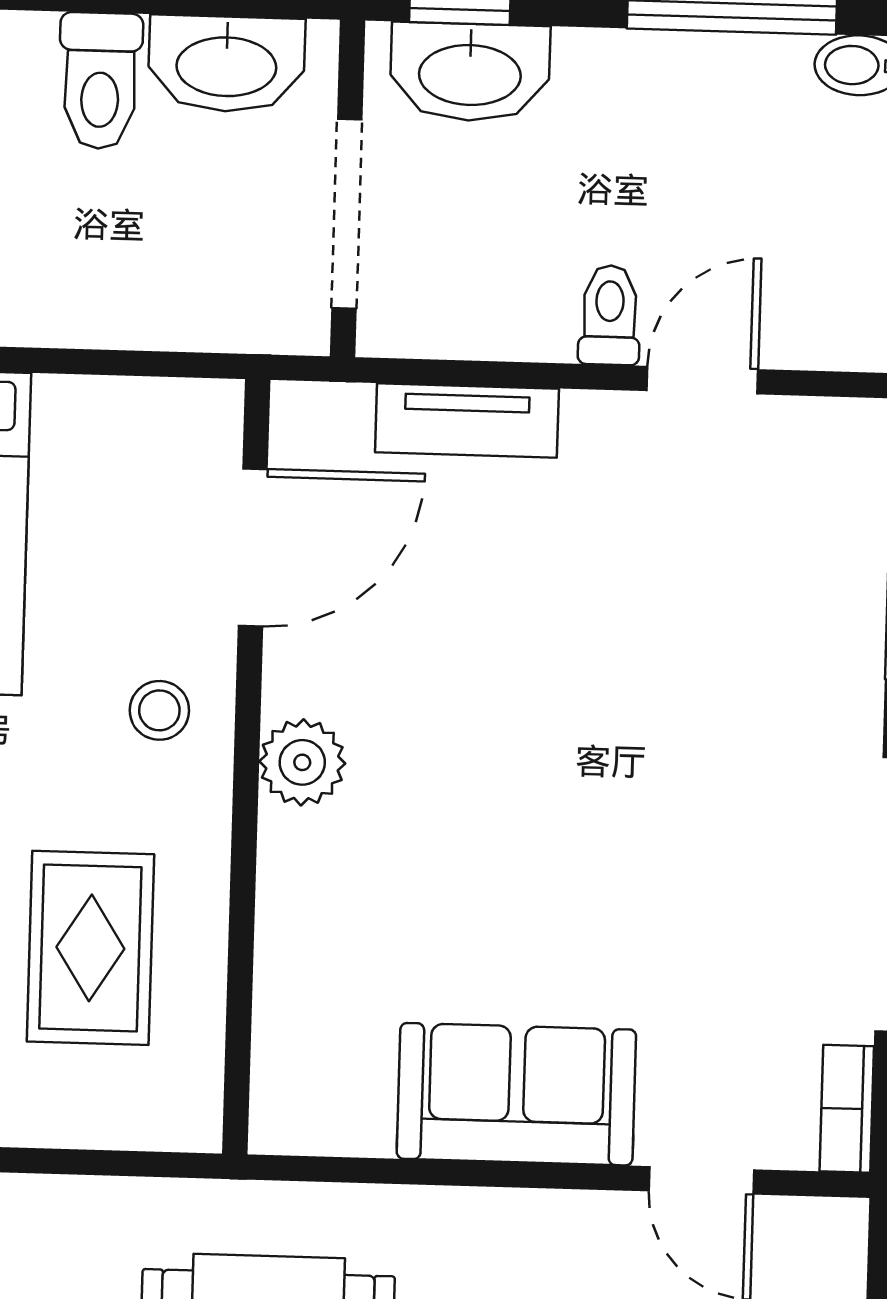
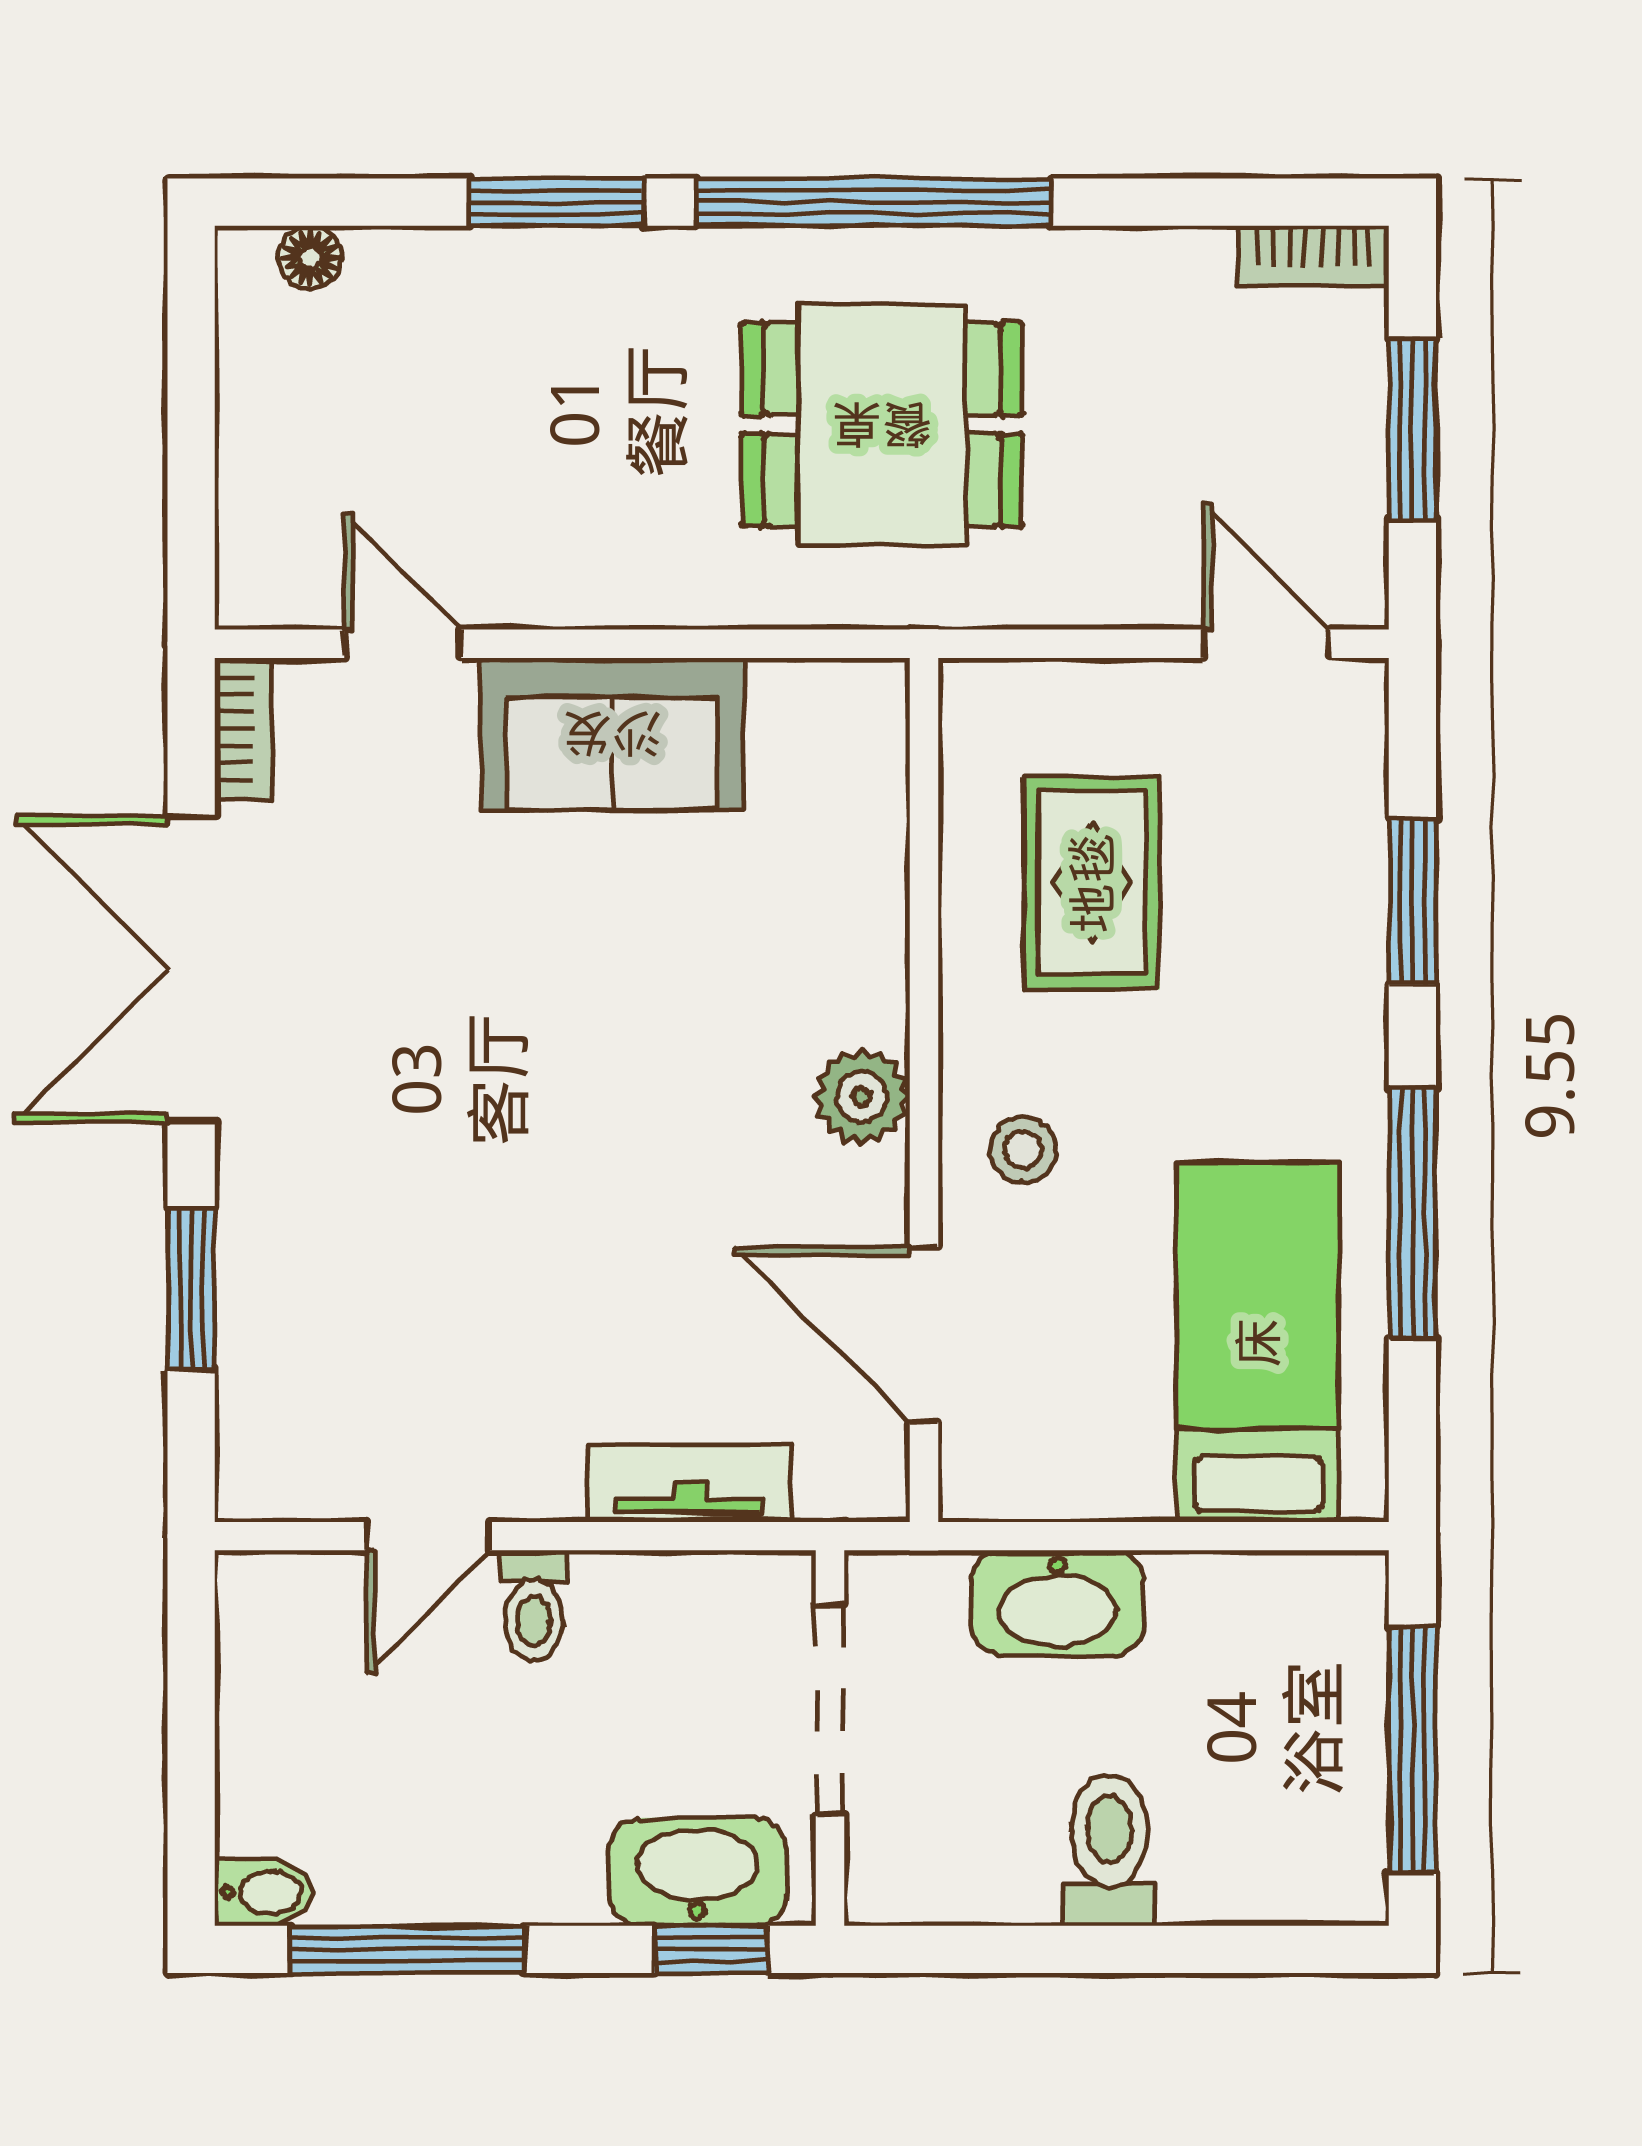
washbasin: (226, 64) -> (1057, 1603), moved, turned 180
door: (253, 547) -> (924, 1335), hinge flipped

